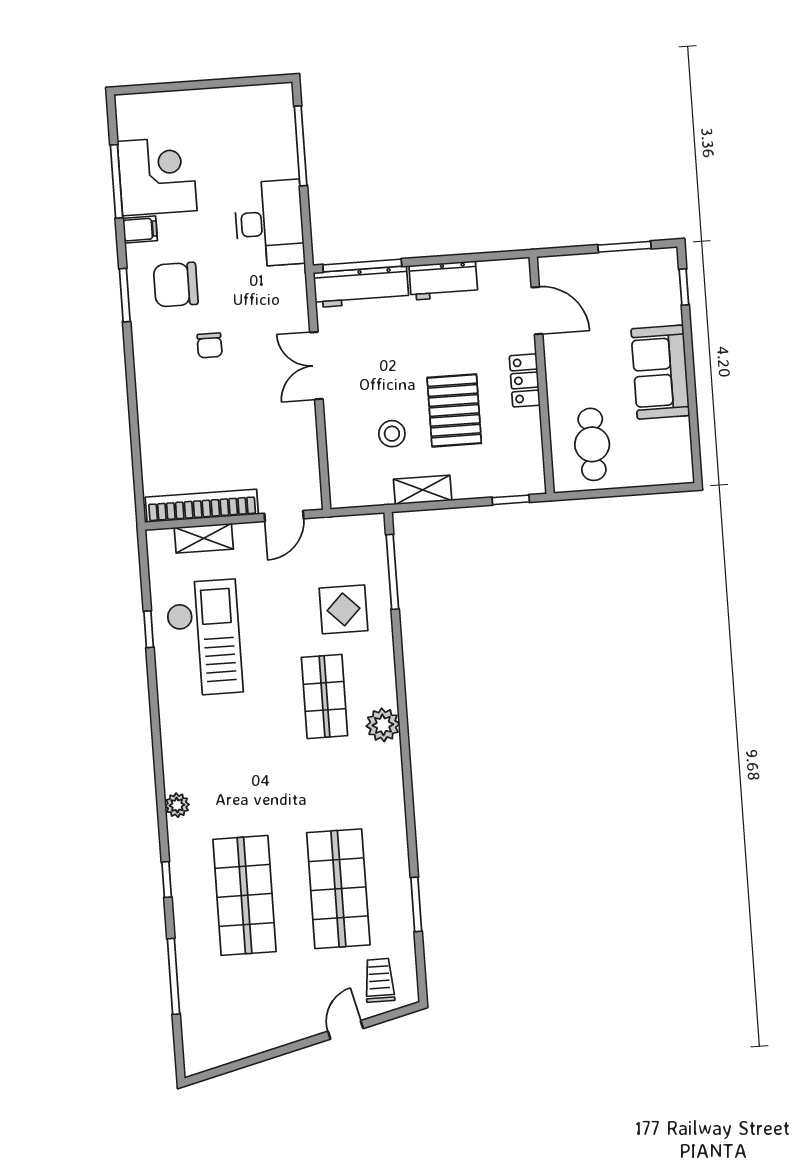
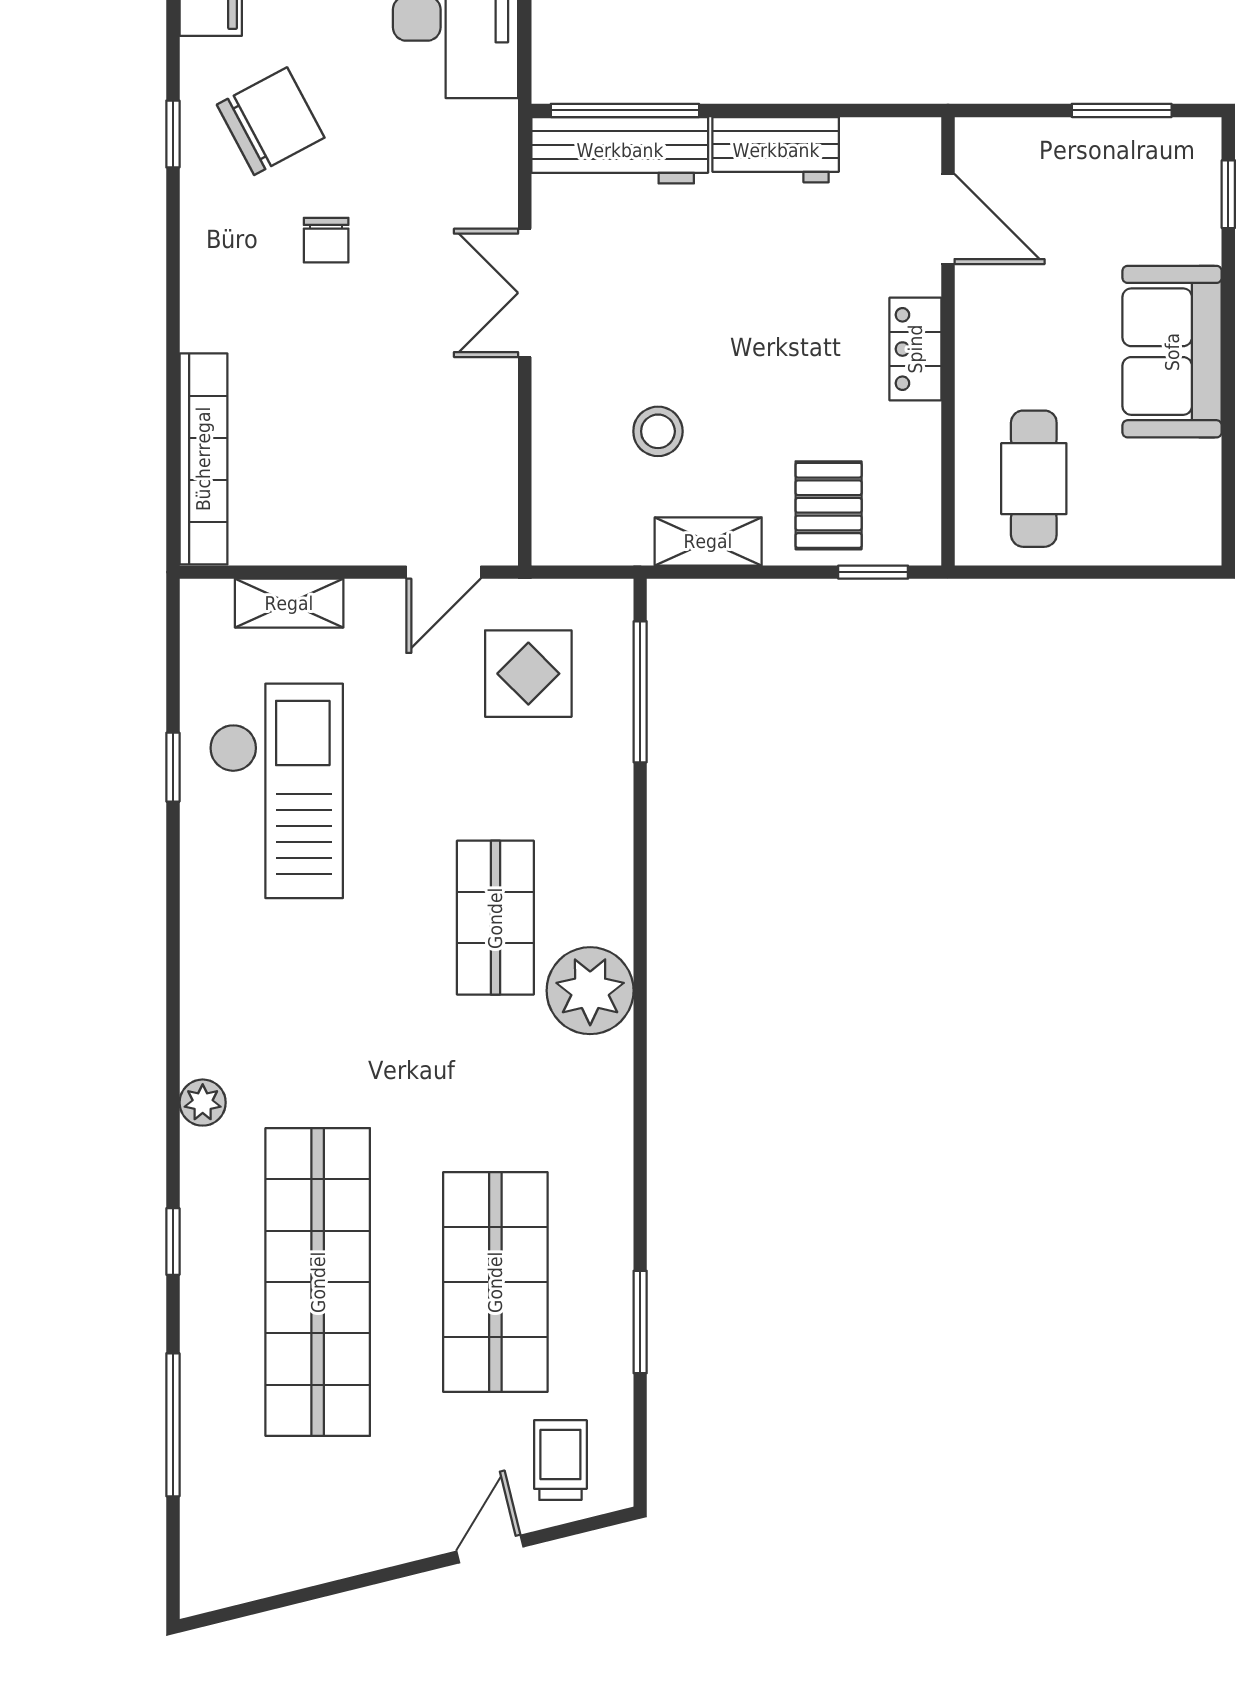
chair: (176, 285) -> (271, 121), turned 152
window: (125, 295) -> (173, 134), width x0.67
pallet: (454, 410) -> (829, 505), moved, width x0.67, depth x0.71
bookcase: (202, 506) -> (203, 459), moved, turned 90
display table: (344, 609) -> (528, 674), moved
plant: (383, 725) -> (590, 991), width x1.36, depth x1.36
shop shelf: (245, 895) -> (318, 1282), width x1.40

